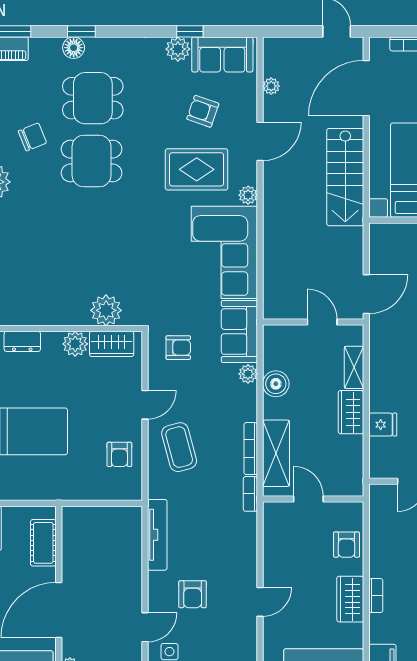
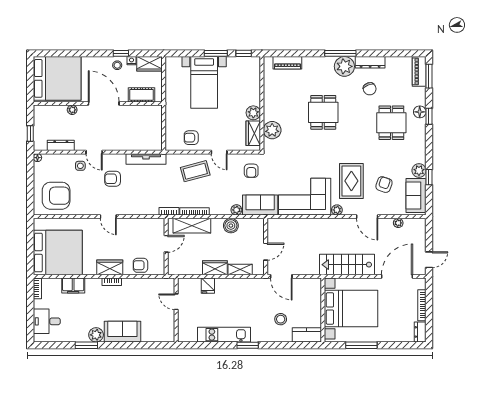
door: (366, 88) -> (397, 276), hinge flipped
dining table: (92, 161) -> (323, 112), moved
dresser: (22, 341) -> (255, 83), removed

